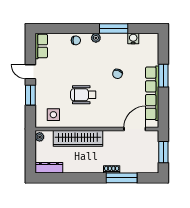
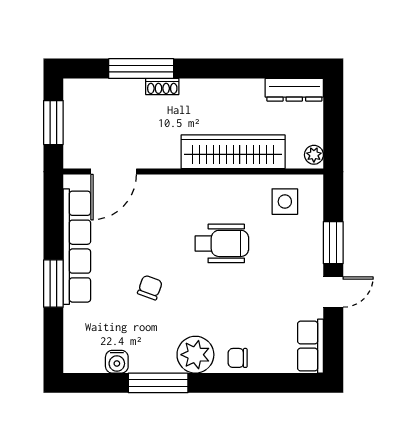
plant: (96, 38) -> (195, 355), width x1.88, depth x1.88
door: (30, 72) -> (333, 292), hinge flipped

